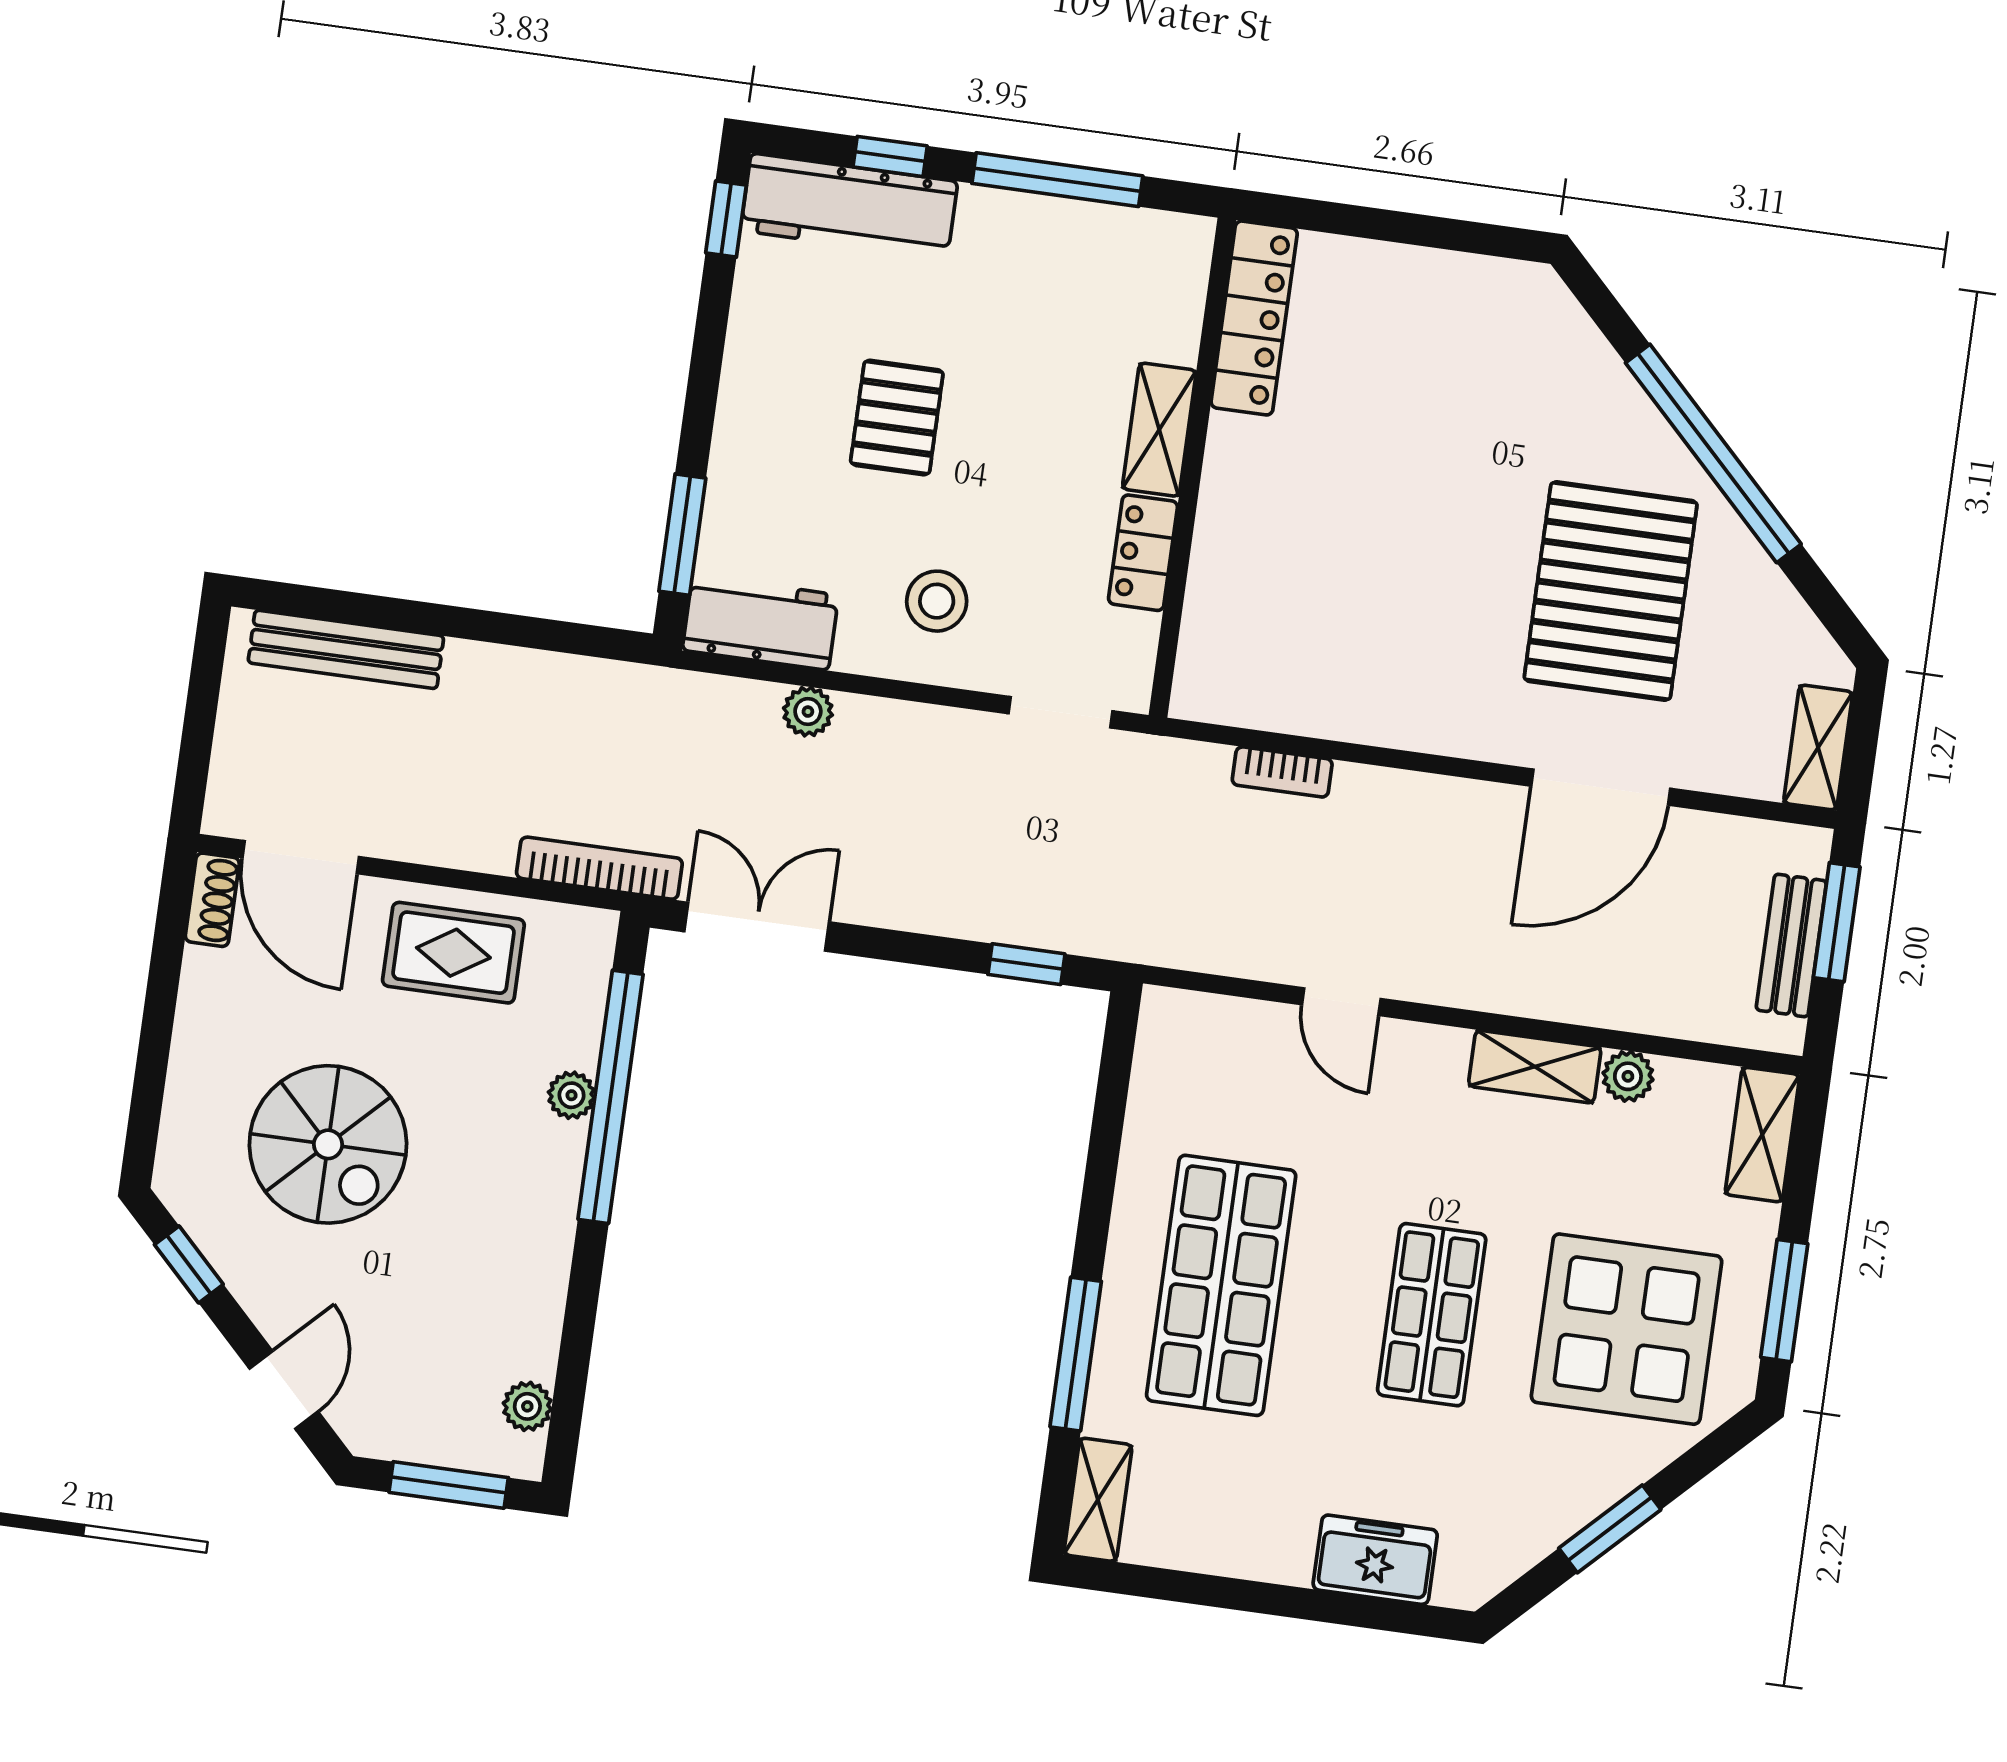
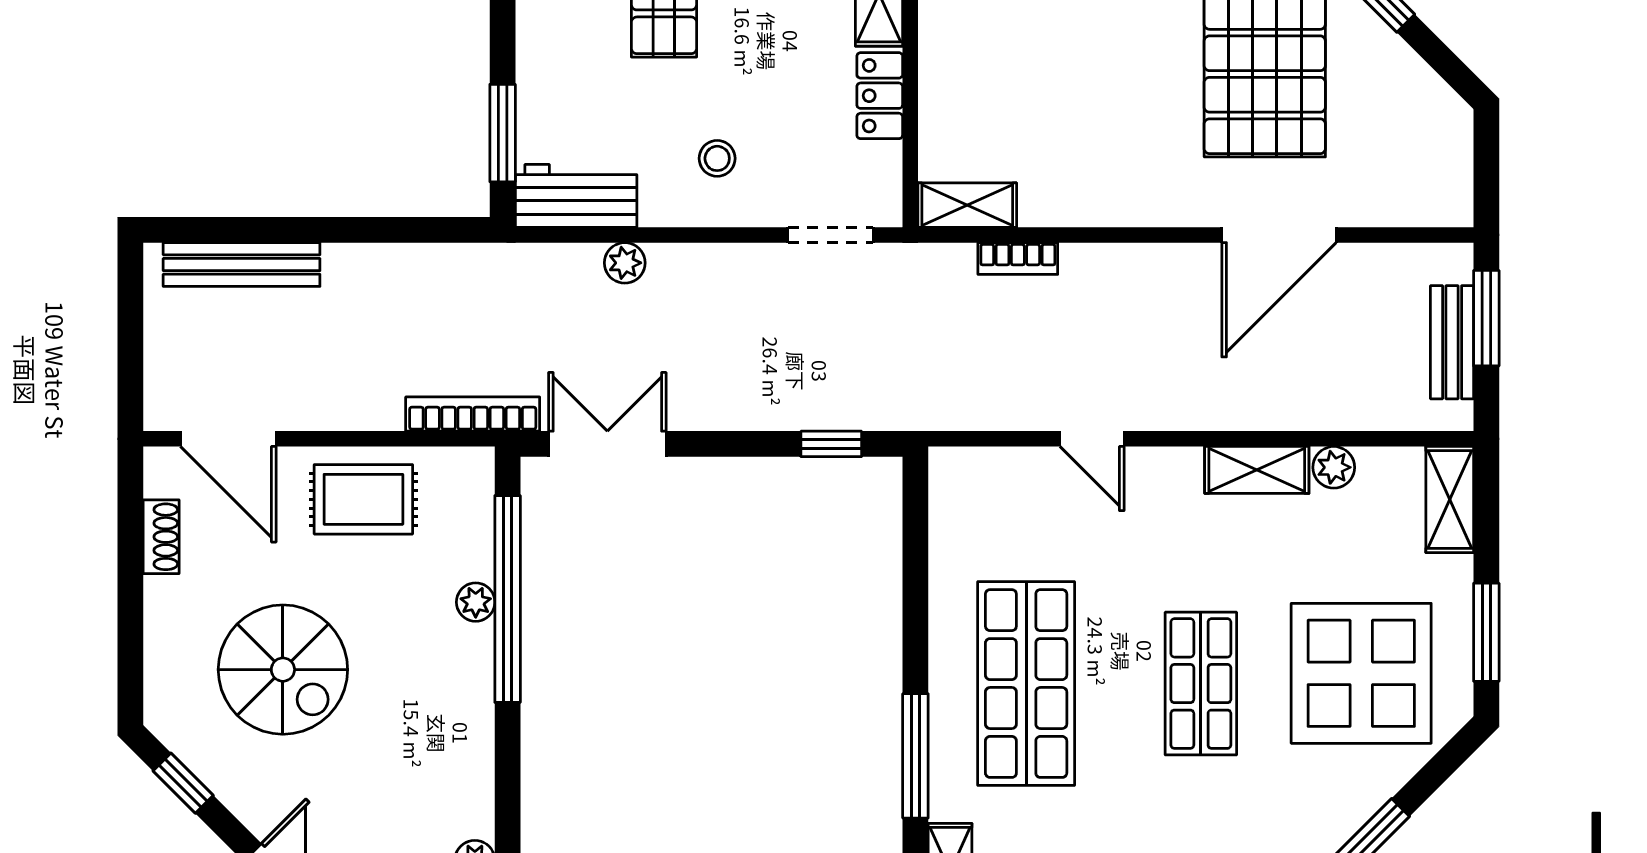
stool: (937, 601) -> (717, 158), width x0.73, depth x0.73
shelving: (1818, 747) -> (967, 205), moved, turned 90
shoe rack: (212, 900) -> (161, 537), moved

